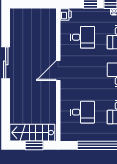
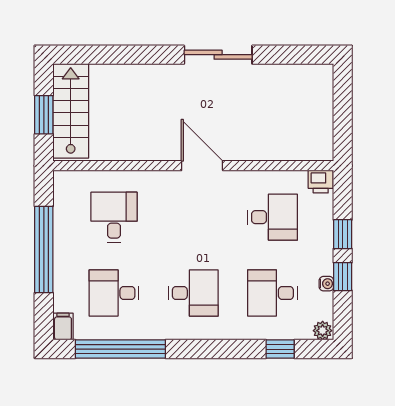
desk: (83, 37) -> (272, 217), turned -90
desk: (83, 112) -> (114, 217), turned 180

